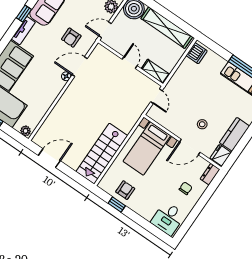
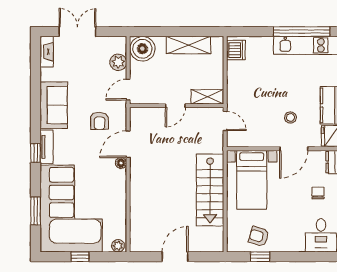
window: (24, 14) -> (36, 153), moved
shelving: (167, 28) -> (188, 45), width x0.68
door: (130, 63) -> (175, 106), swing flipped
stairs: (102, 154) -> (210, 190), moved
door: (49, 158) -> (175, 257), moved
armchair: (125, 190) -> (259, 236), turned -73

